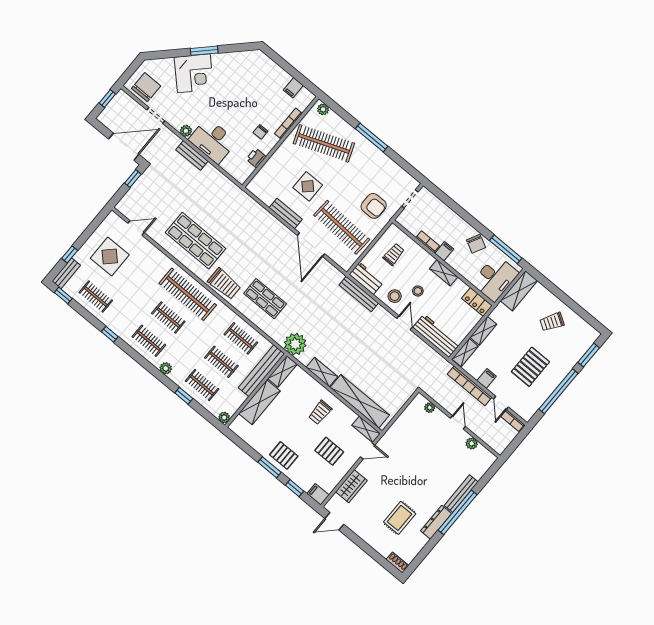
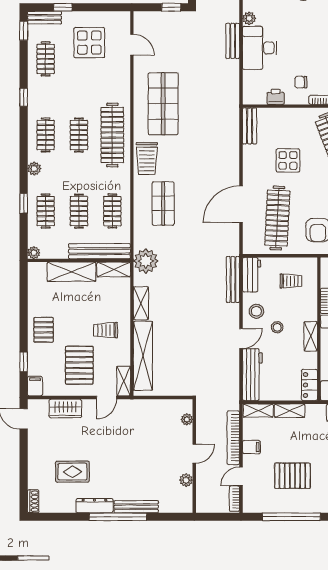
bench: (286, 214) -> (250, 126), moved
pallet: (329, 451) -> (79, 365), width x1.50, depth x1.42
door: (368, 451) -> (106, 398), hinge flipped
window: (270, 467) -> (24, 326), removed

